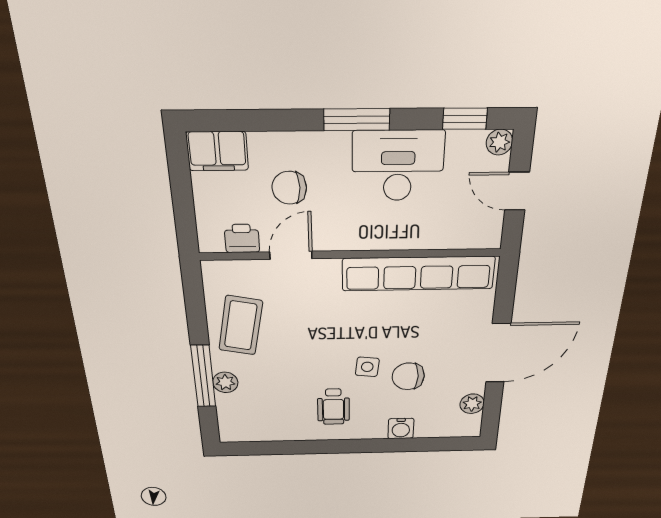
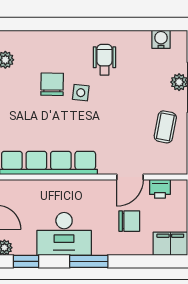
coffee table: (241, 325) -> (165, 127), width x0.73, depth x0.77
chair: (408, 376) -> (52, 84), turned -89
water cooler: (401, 428) -> (161, 39), moved

